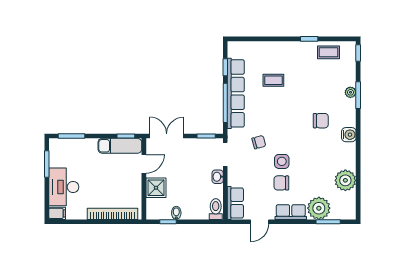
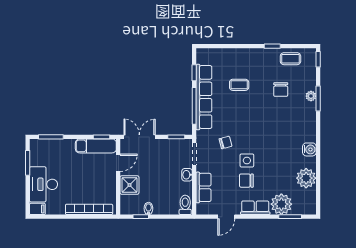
chair: (321, 121) -> (281, 90), moved, turned 90
water cooler: (349, 135) -> (309, 149), moved
row of seats: (235, 203) -> (204, 187), moved

